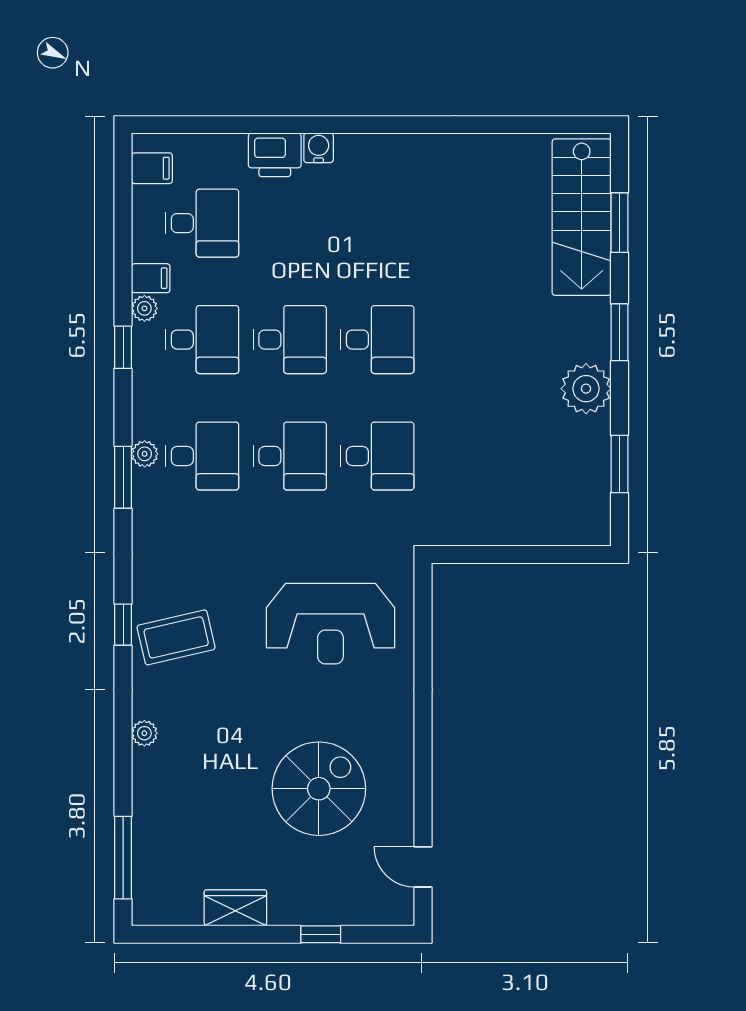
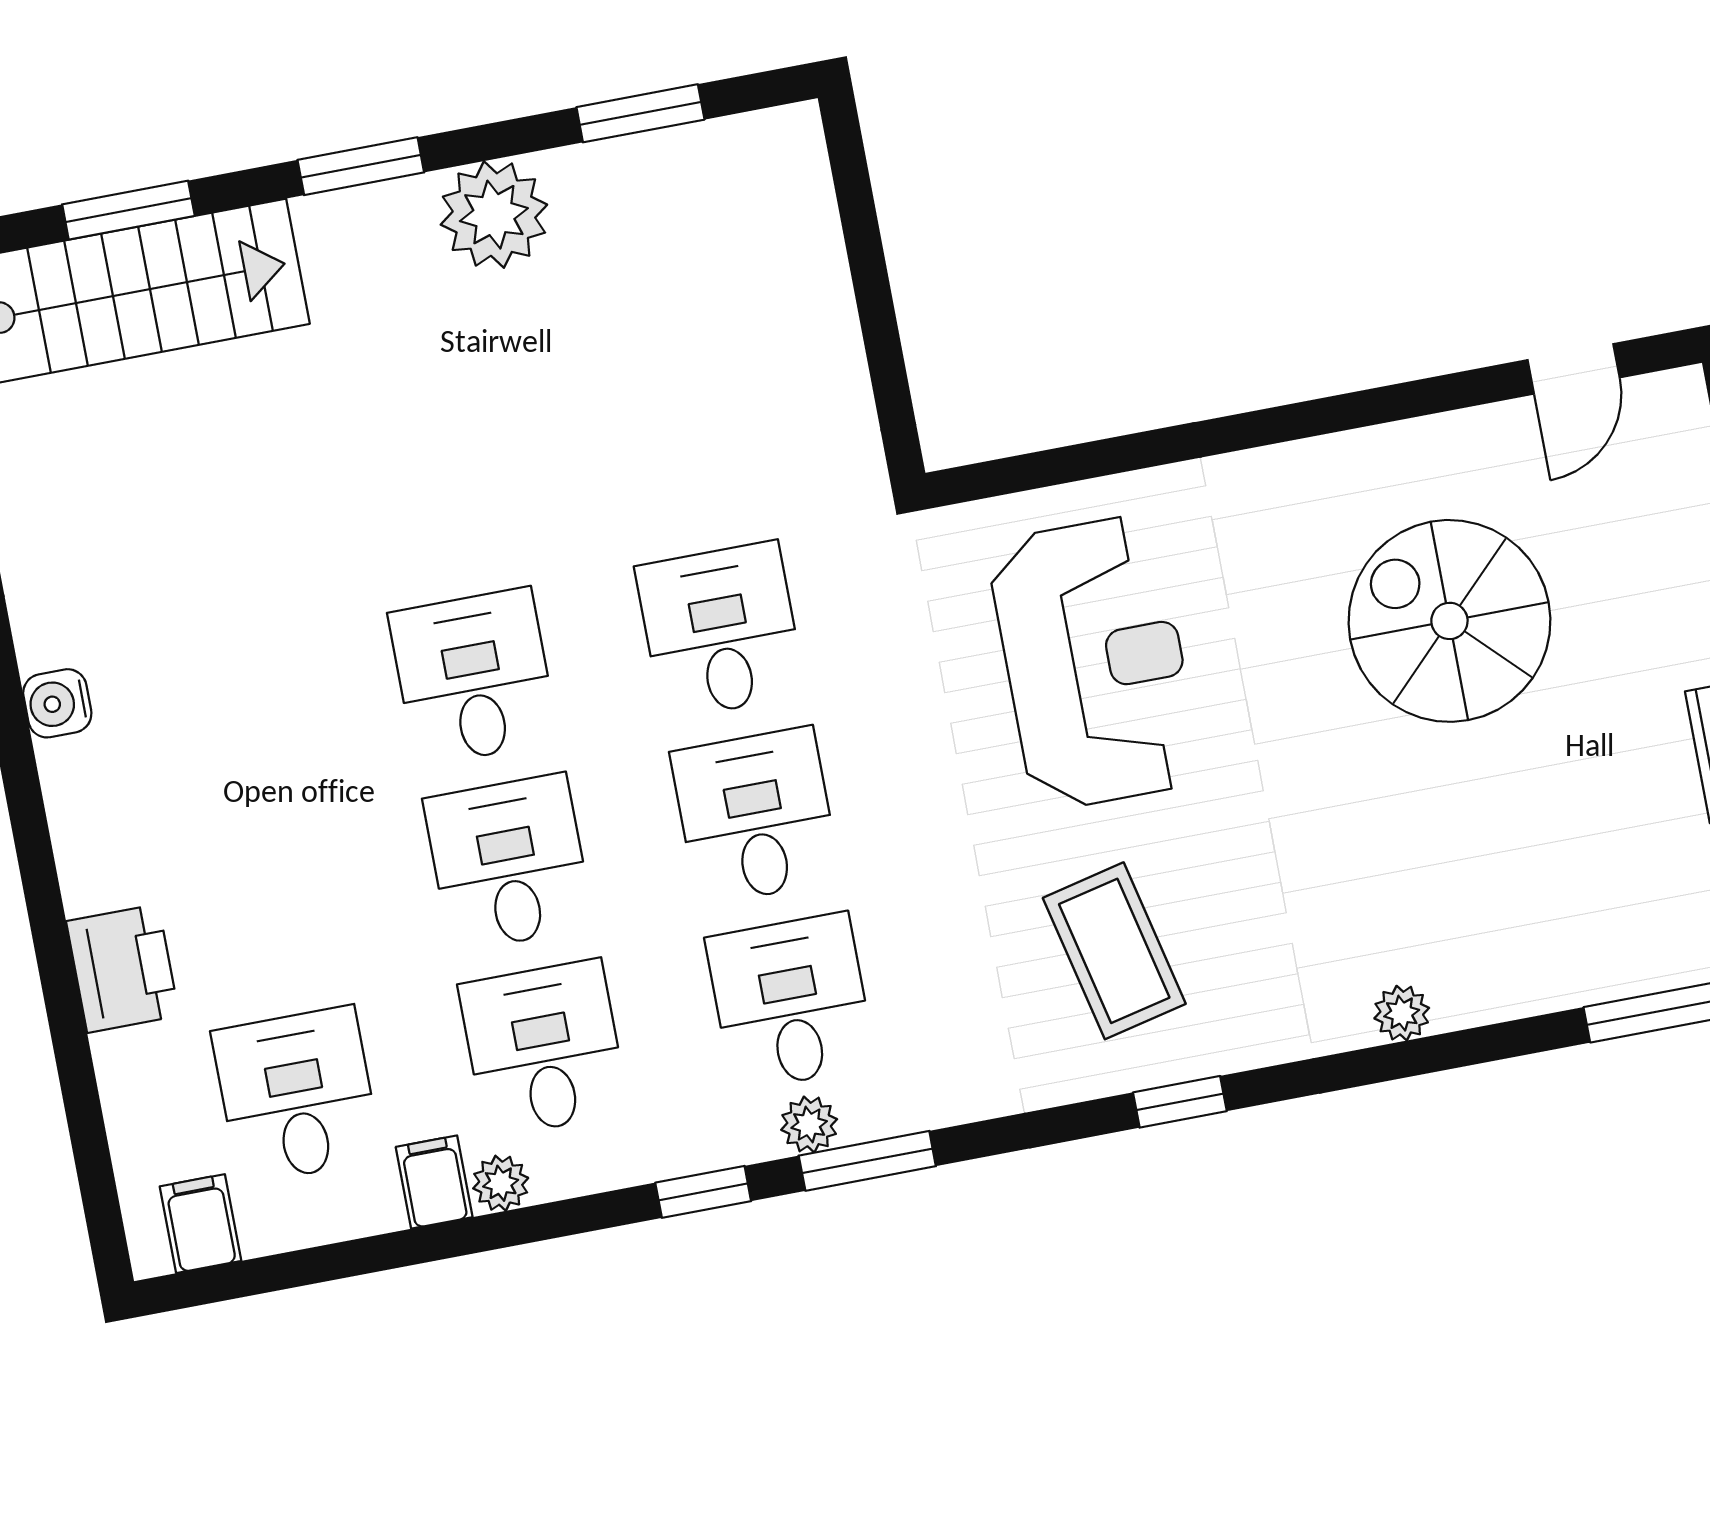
water cooler: (319, 148) -> (57, 703), moved
window: (123, 347) -> (703, 1192), moved
coffee table: (176, 637) -> (1114, 951), moved

